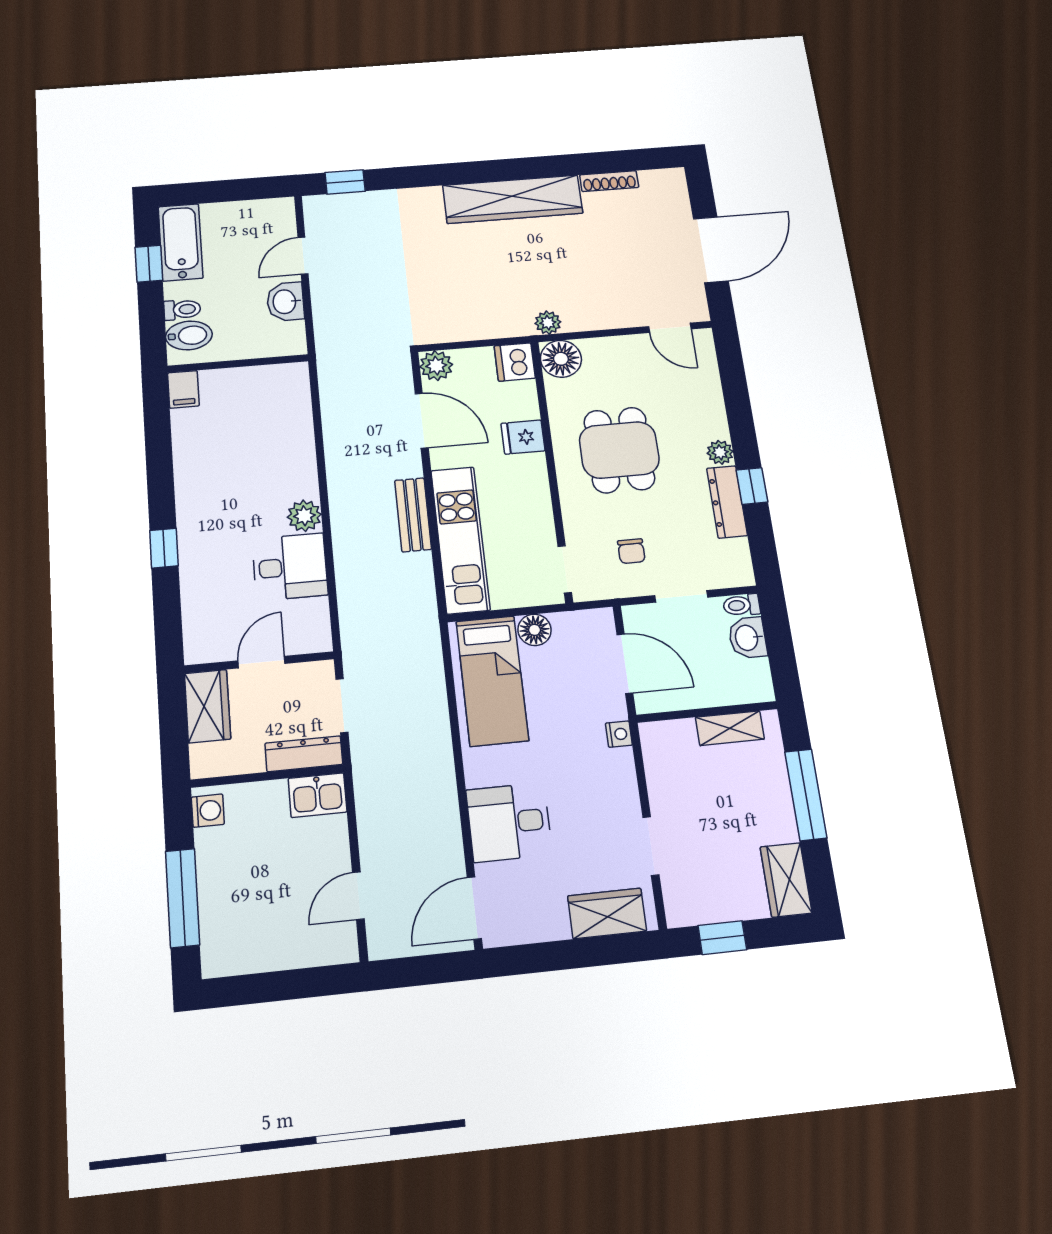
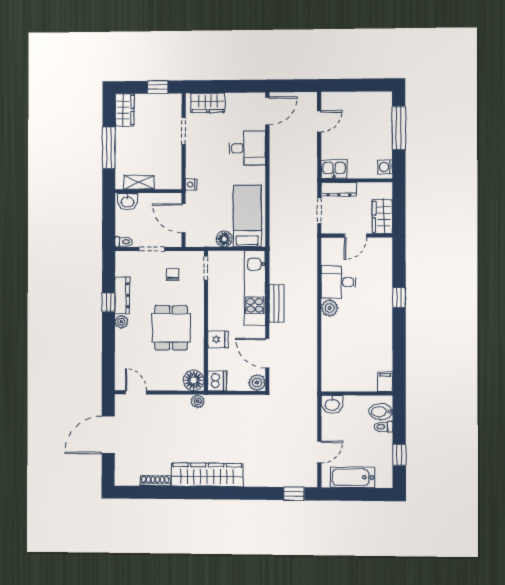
bathtub: (181, 242) -> (353, 477), moved, turned 90
washbasin: (285, 302) -> (332, 404), moved, turned 90
washbasin: (748, 638) -> (127, 202), moved, turned 90

